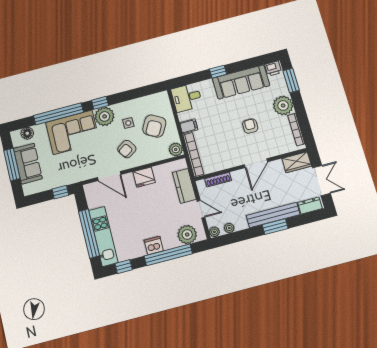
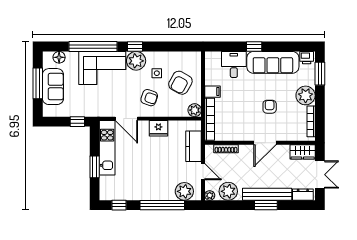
desk: (187, 98) -> (234, 64), moved, turned 90
armchair: (127, 149) -> (149, 98), turned -128
plant: (229, 228) -> (228, 191), width x1.88, depth x1.88
window: (89, 233) -> (95, 167), width x0.47
kitchen unit: (103, 236) -> (107, 148), moved
dishwasher: (154, 245) -> (151, 193), removed

